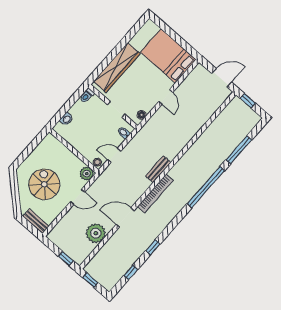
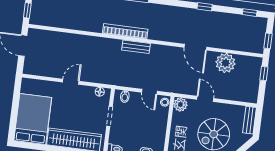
bed: (168, 56) -> (33, 119), moved, turned 180
bookcase: (155, 193) -> (125, 31), moved
window: (131, 272) -> (250, 13), moved

